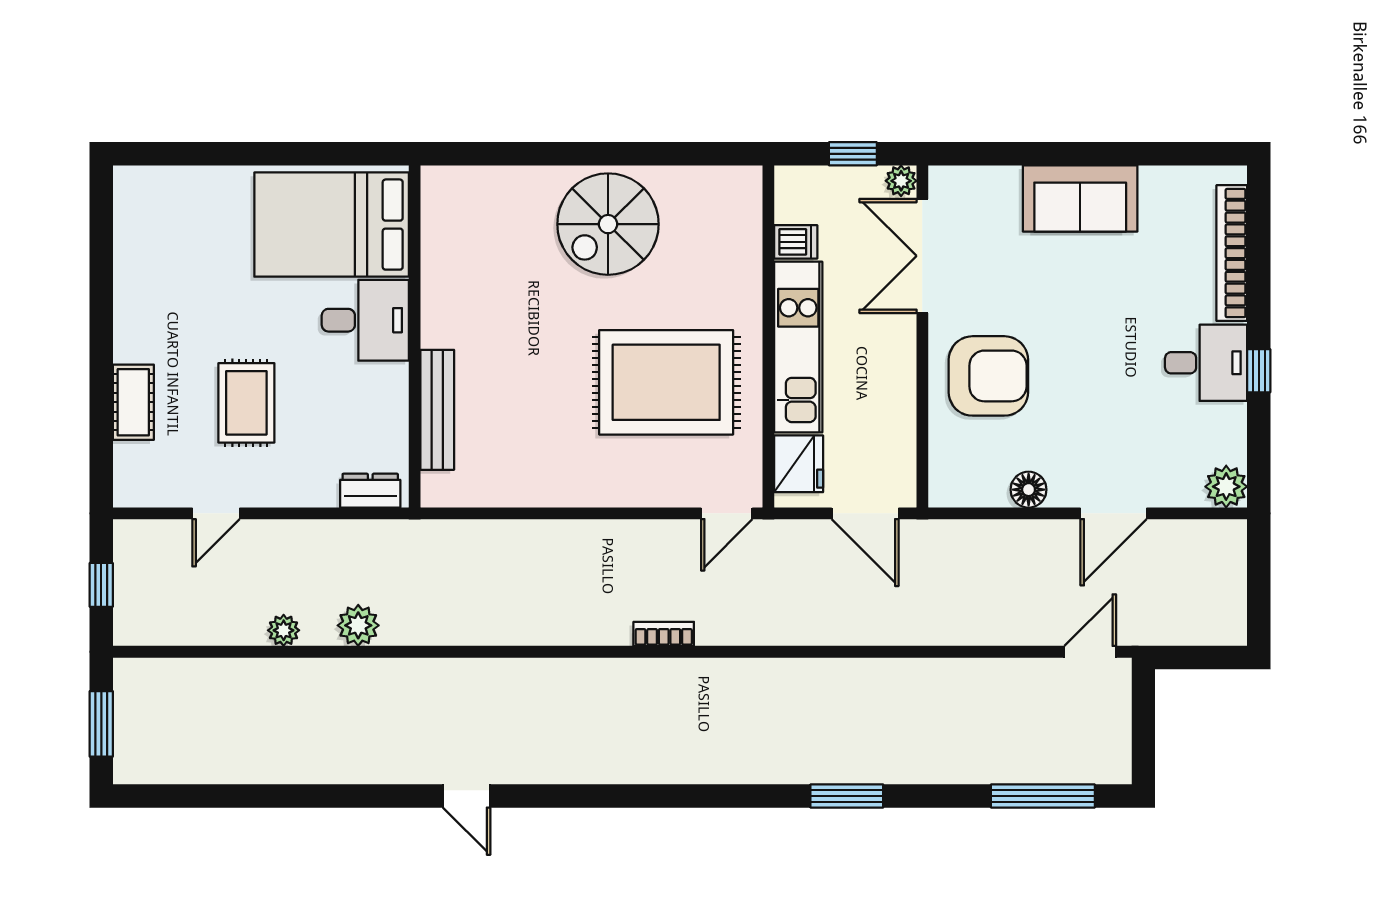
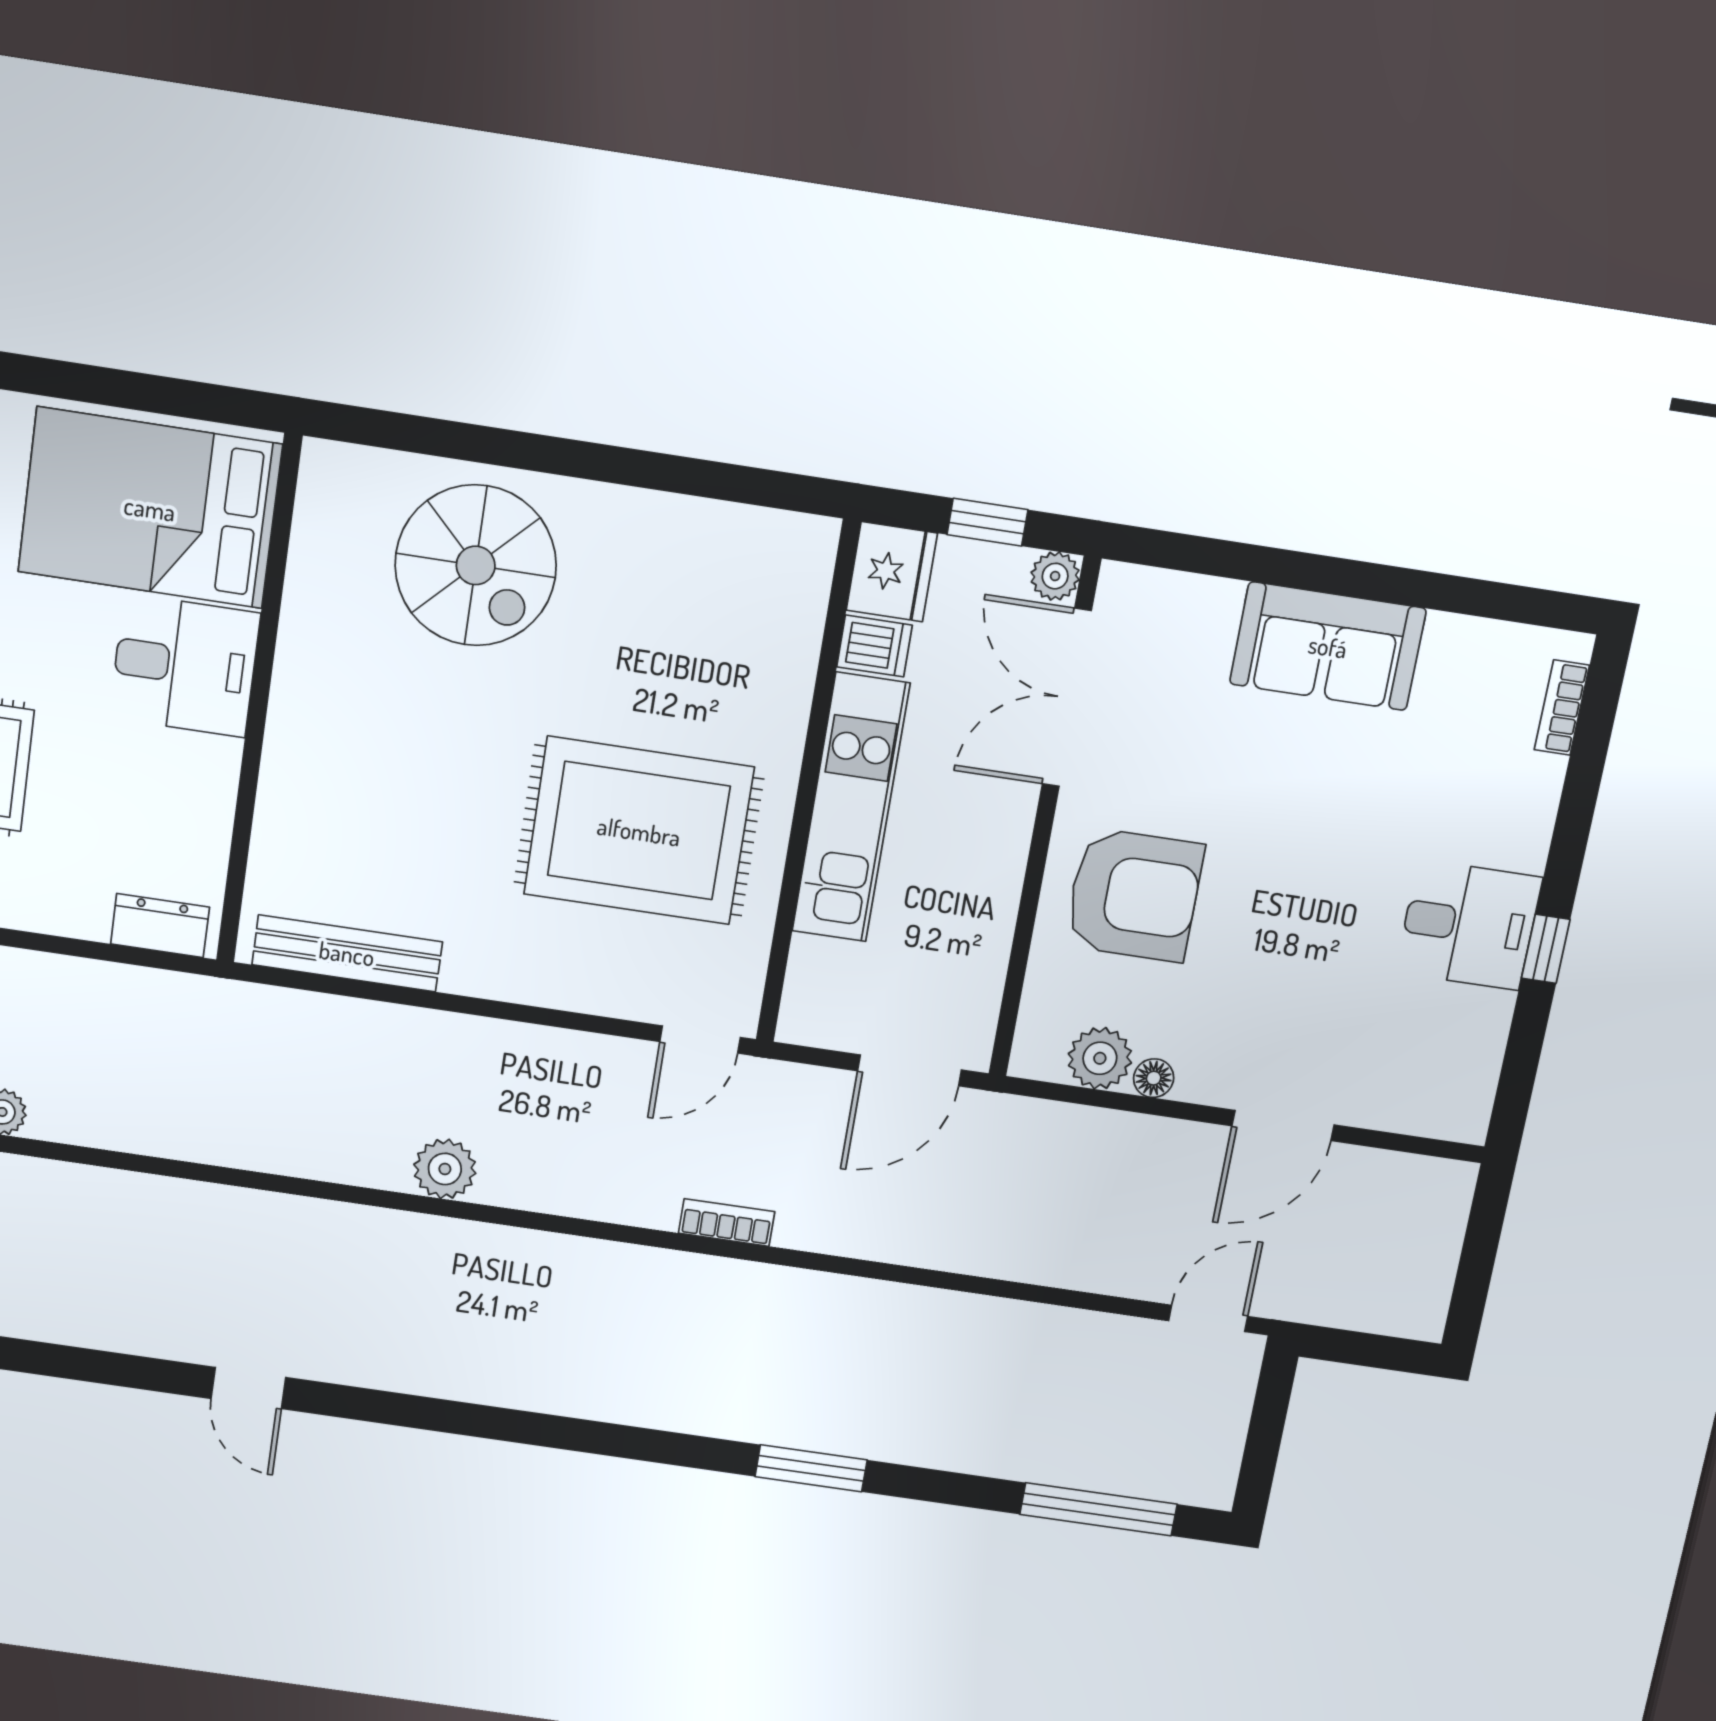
spiral stairs: (608, 224) -> (476, 565), moved, turned -90
bookcase: (1232, 253) -> (1562, 708), width x0.43, depth x0.76
bench: (437, 410) -> (347, 953), moved, turned 90
fridge: (799, 464) -> (892, 572), moved
plant: (1226, 487) -> (1100, 1058), moved
floor lamp: (1029, 490) -> (1154, 1078), width x0.73, depth x0.73
door: (865, 513) -> (910, 1070), hinge flipped
plant: (358, 625) -> (445, 1169), moved
bookcase: (664, 634) -> (727, 1222), moved

